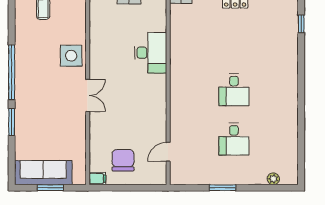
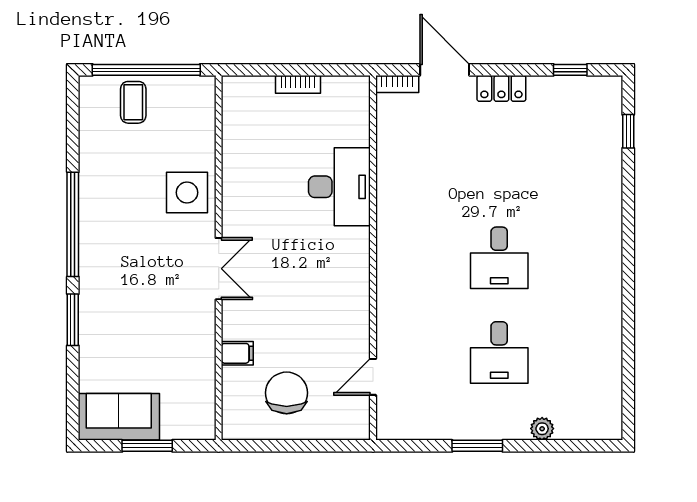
sofa: (43, 173) -> (119, 417), width x0.73
filing cabinet: (97, 179) -> (237, 353), moved
plant: (273, 179) -> (542, 429), moved

